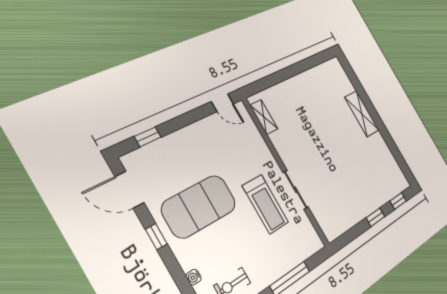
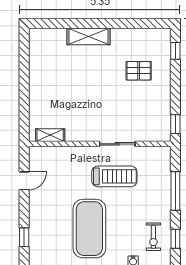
door: (222, 103) -> (24, 181), moved
pallet: (364, 175) -> (139, 71), added
window: (375, 217) -> (175, 124), moved

